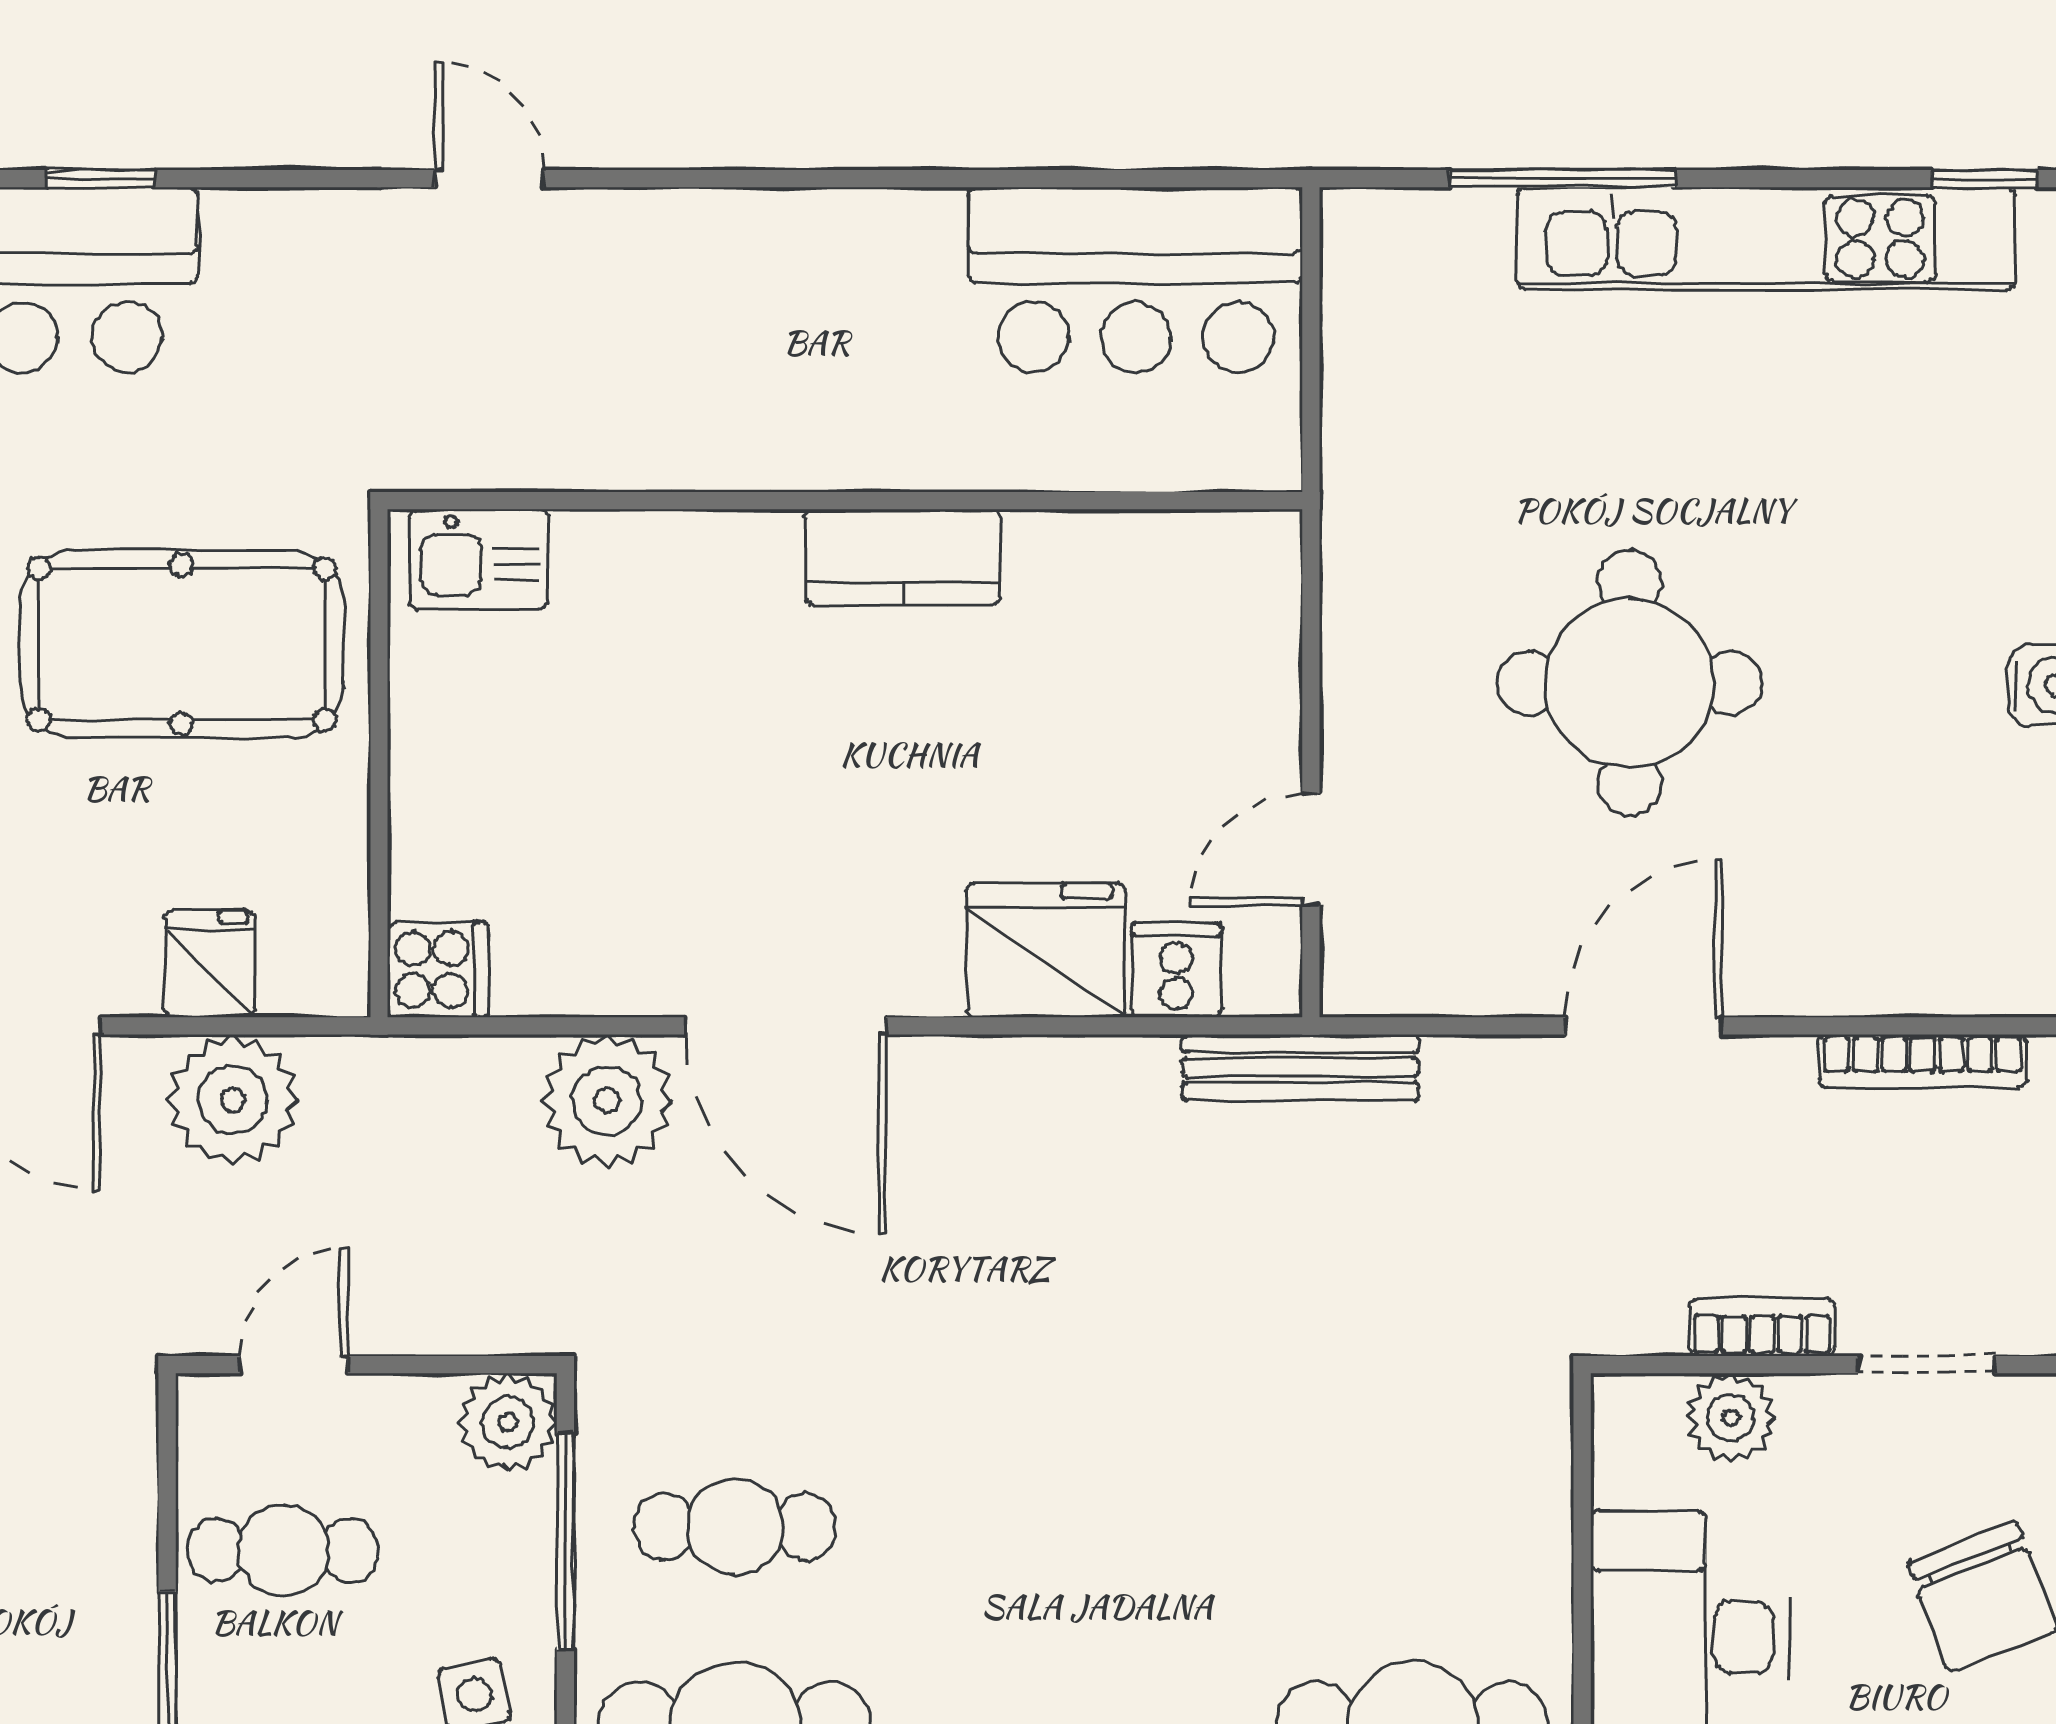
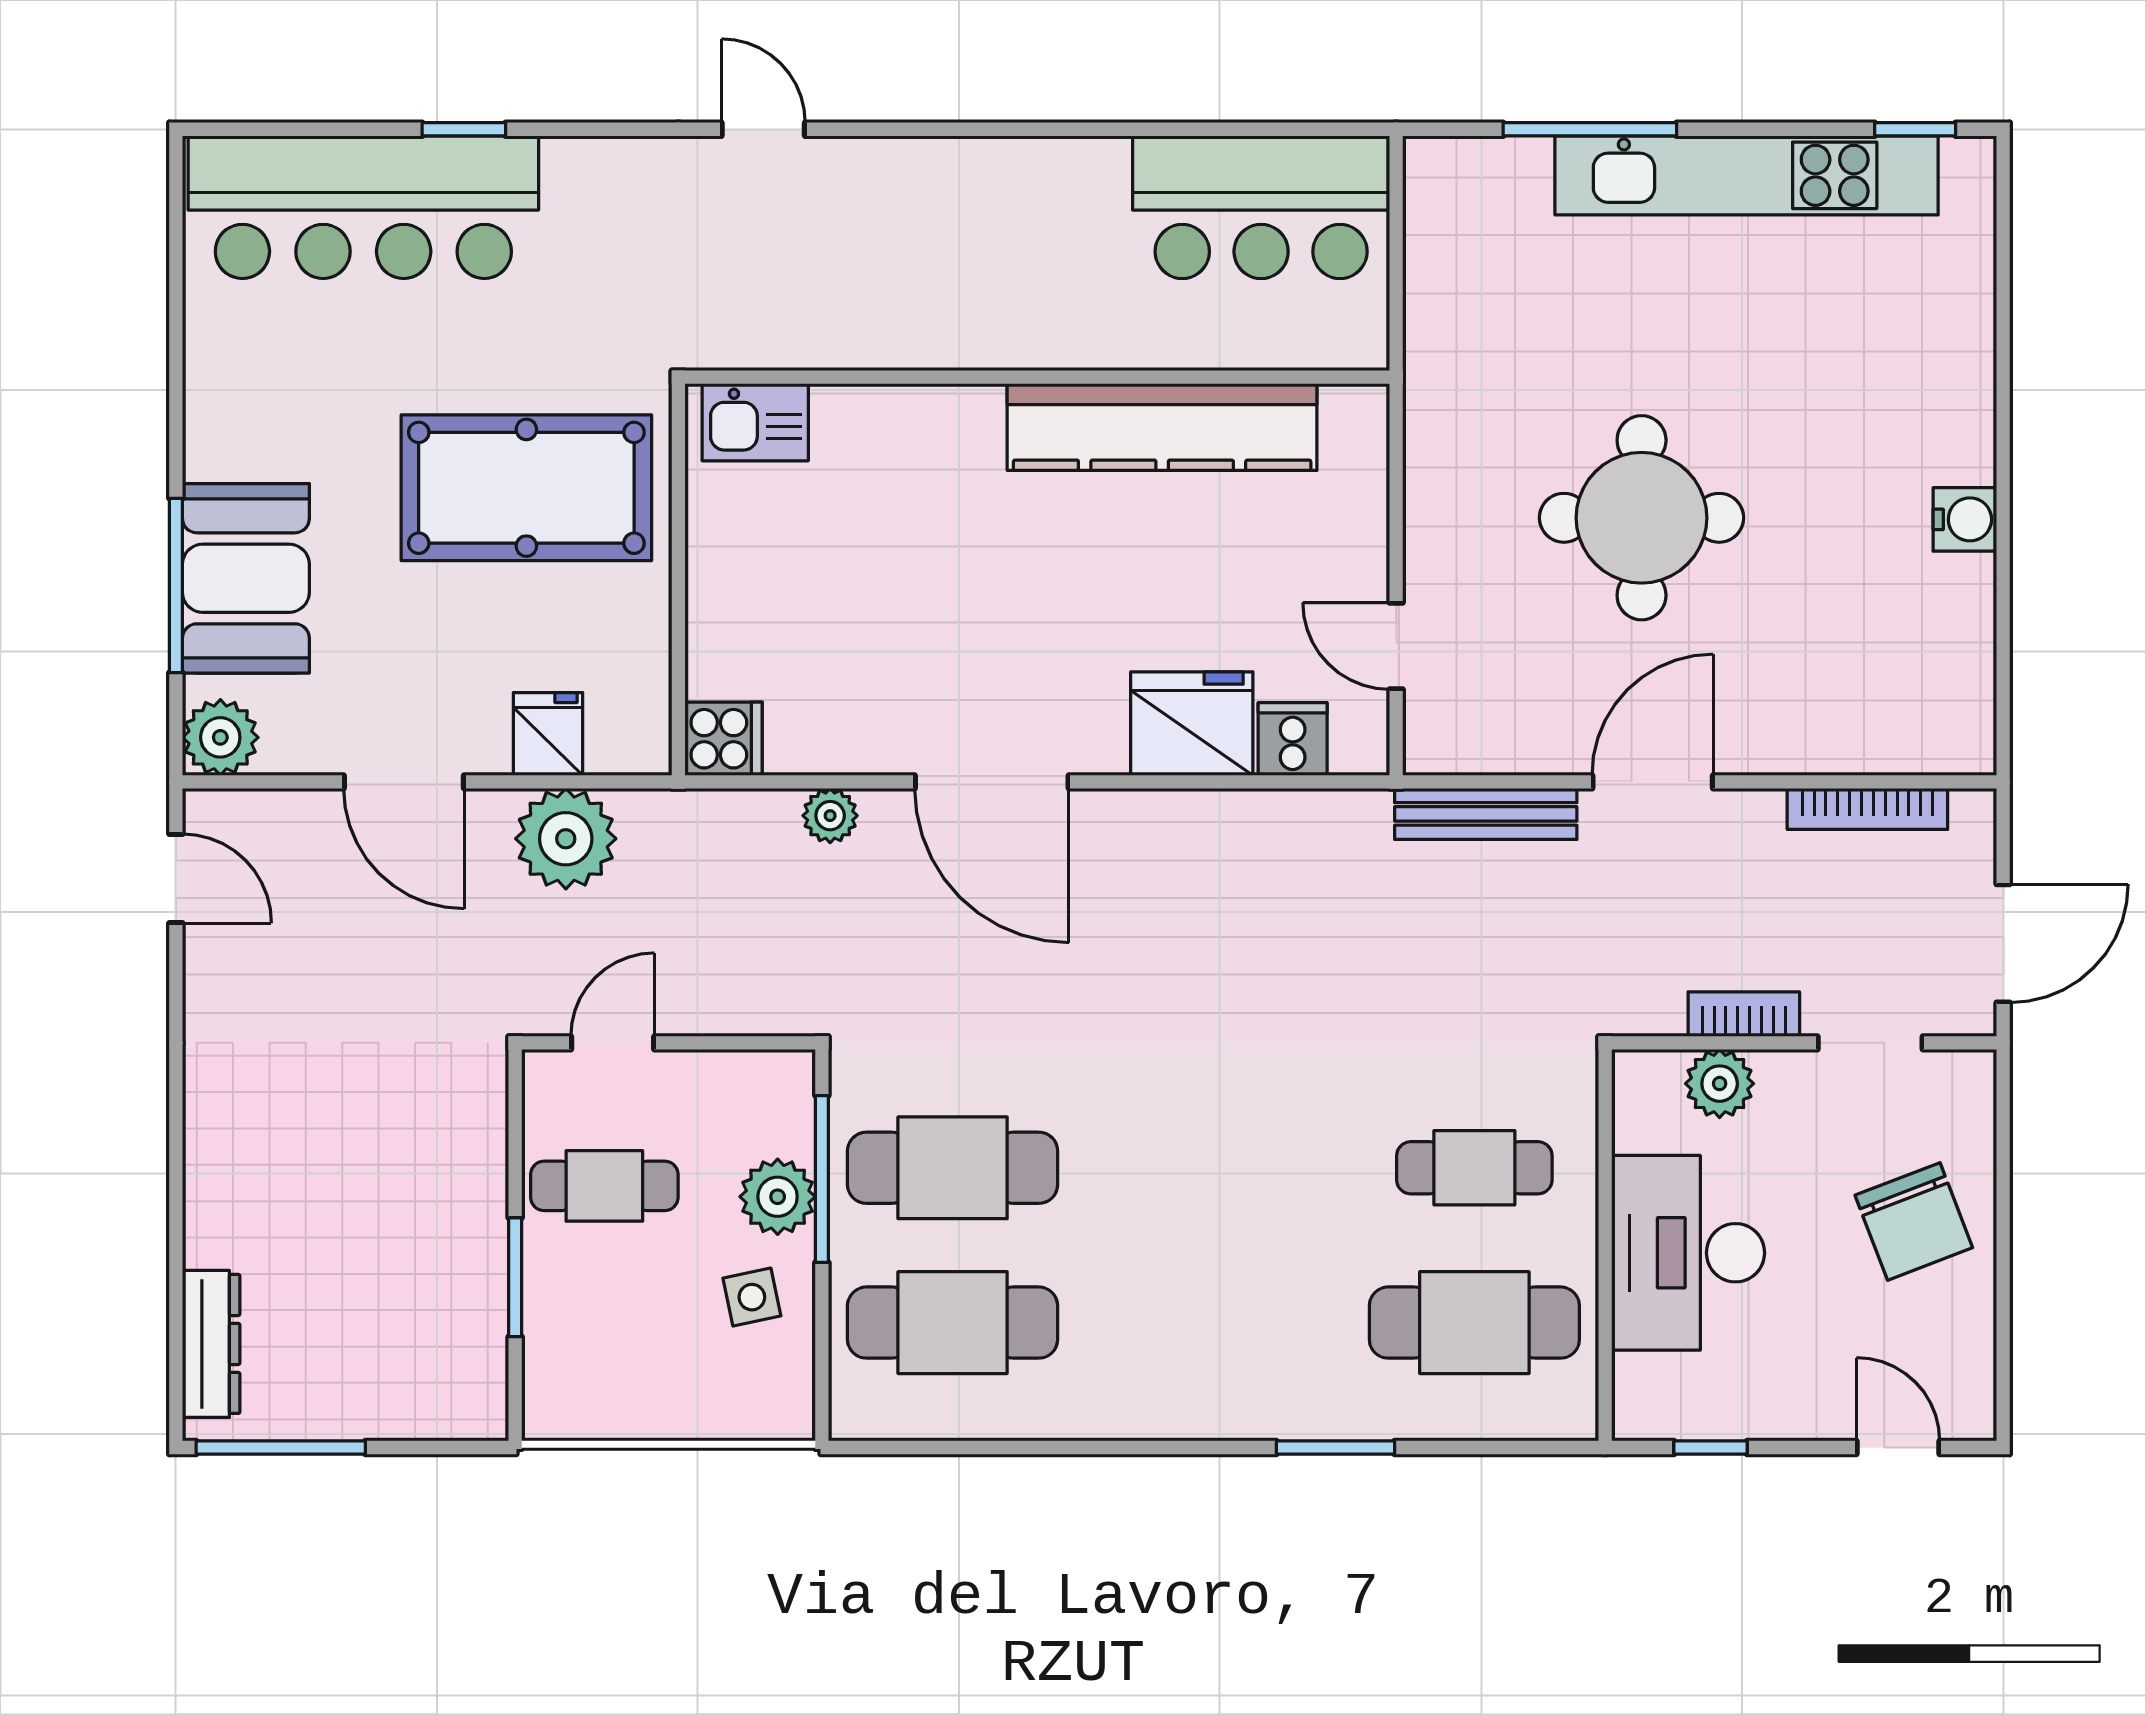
kitchen counter: (902, 557) -> (1162, 427), width x2.08, depth x1.17
door: (1311, 849) -> (1396, 646), hinge flipped
bench: (1300, 1067) -> (1486, 814), moved
plant: (607, 1101) -> (830, 816), width x0.53, depth x0.53
plant: (508, 1422) -> (778, 1197), moved
cafe table: (735, 1527) -> (953, 1168), width x1.37, depth x1.35
cafe table: (1412, 1527) -> (1474, 1168), added

